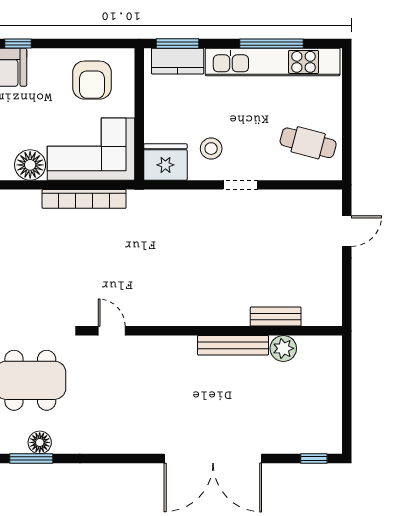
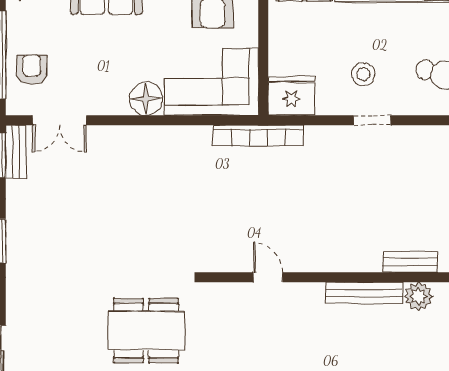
stool: (211, 149) -> (363, 74), moved
bookcase: (84, 199) -> (258, 135), moved
door: (112, 331) -> (268, 277), moved

